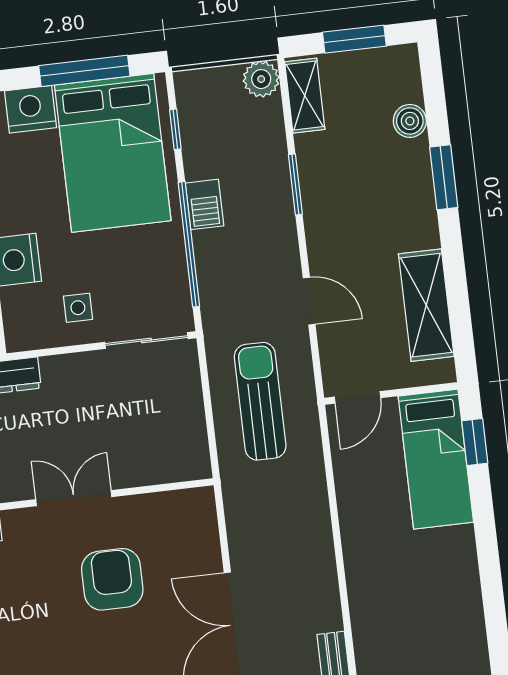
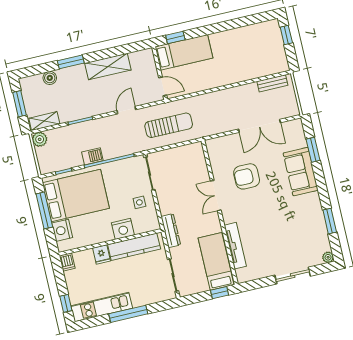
shelving: (426, 305) -> (108, 67), moved
sun lounger: (260, 401) -> (169, 125), turned 180

